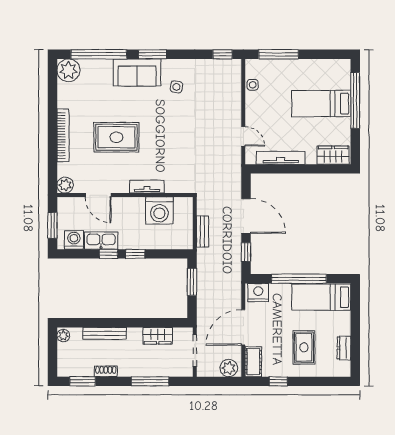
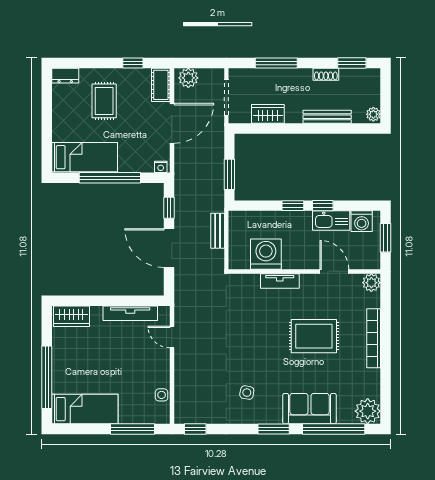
sofa: (137, 73) -> (309, 409), moved
bed: (321, 104) -> (85, 409), moved
nightstand: (258, 293) -> (161, 167), width x0.53, depth x0.56
dresser: (344, 348) -> (65, 76), moved, turned 90

